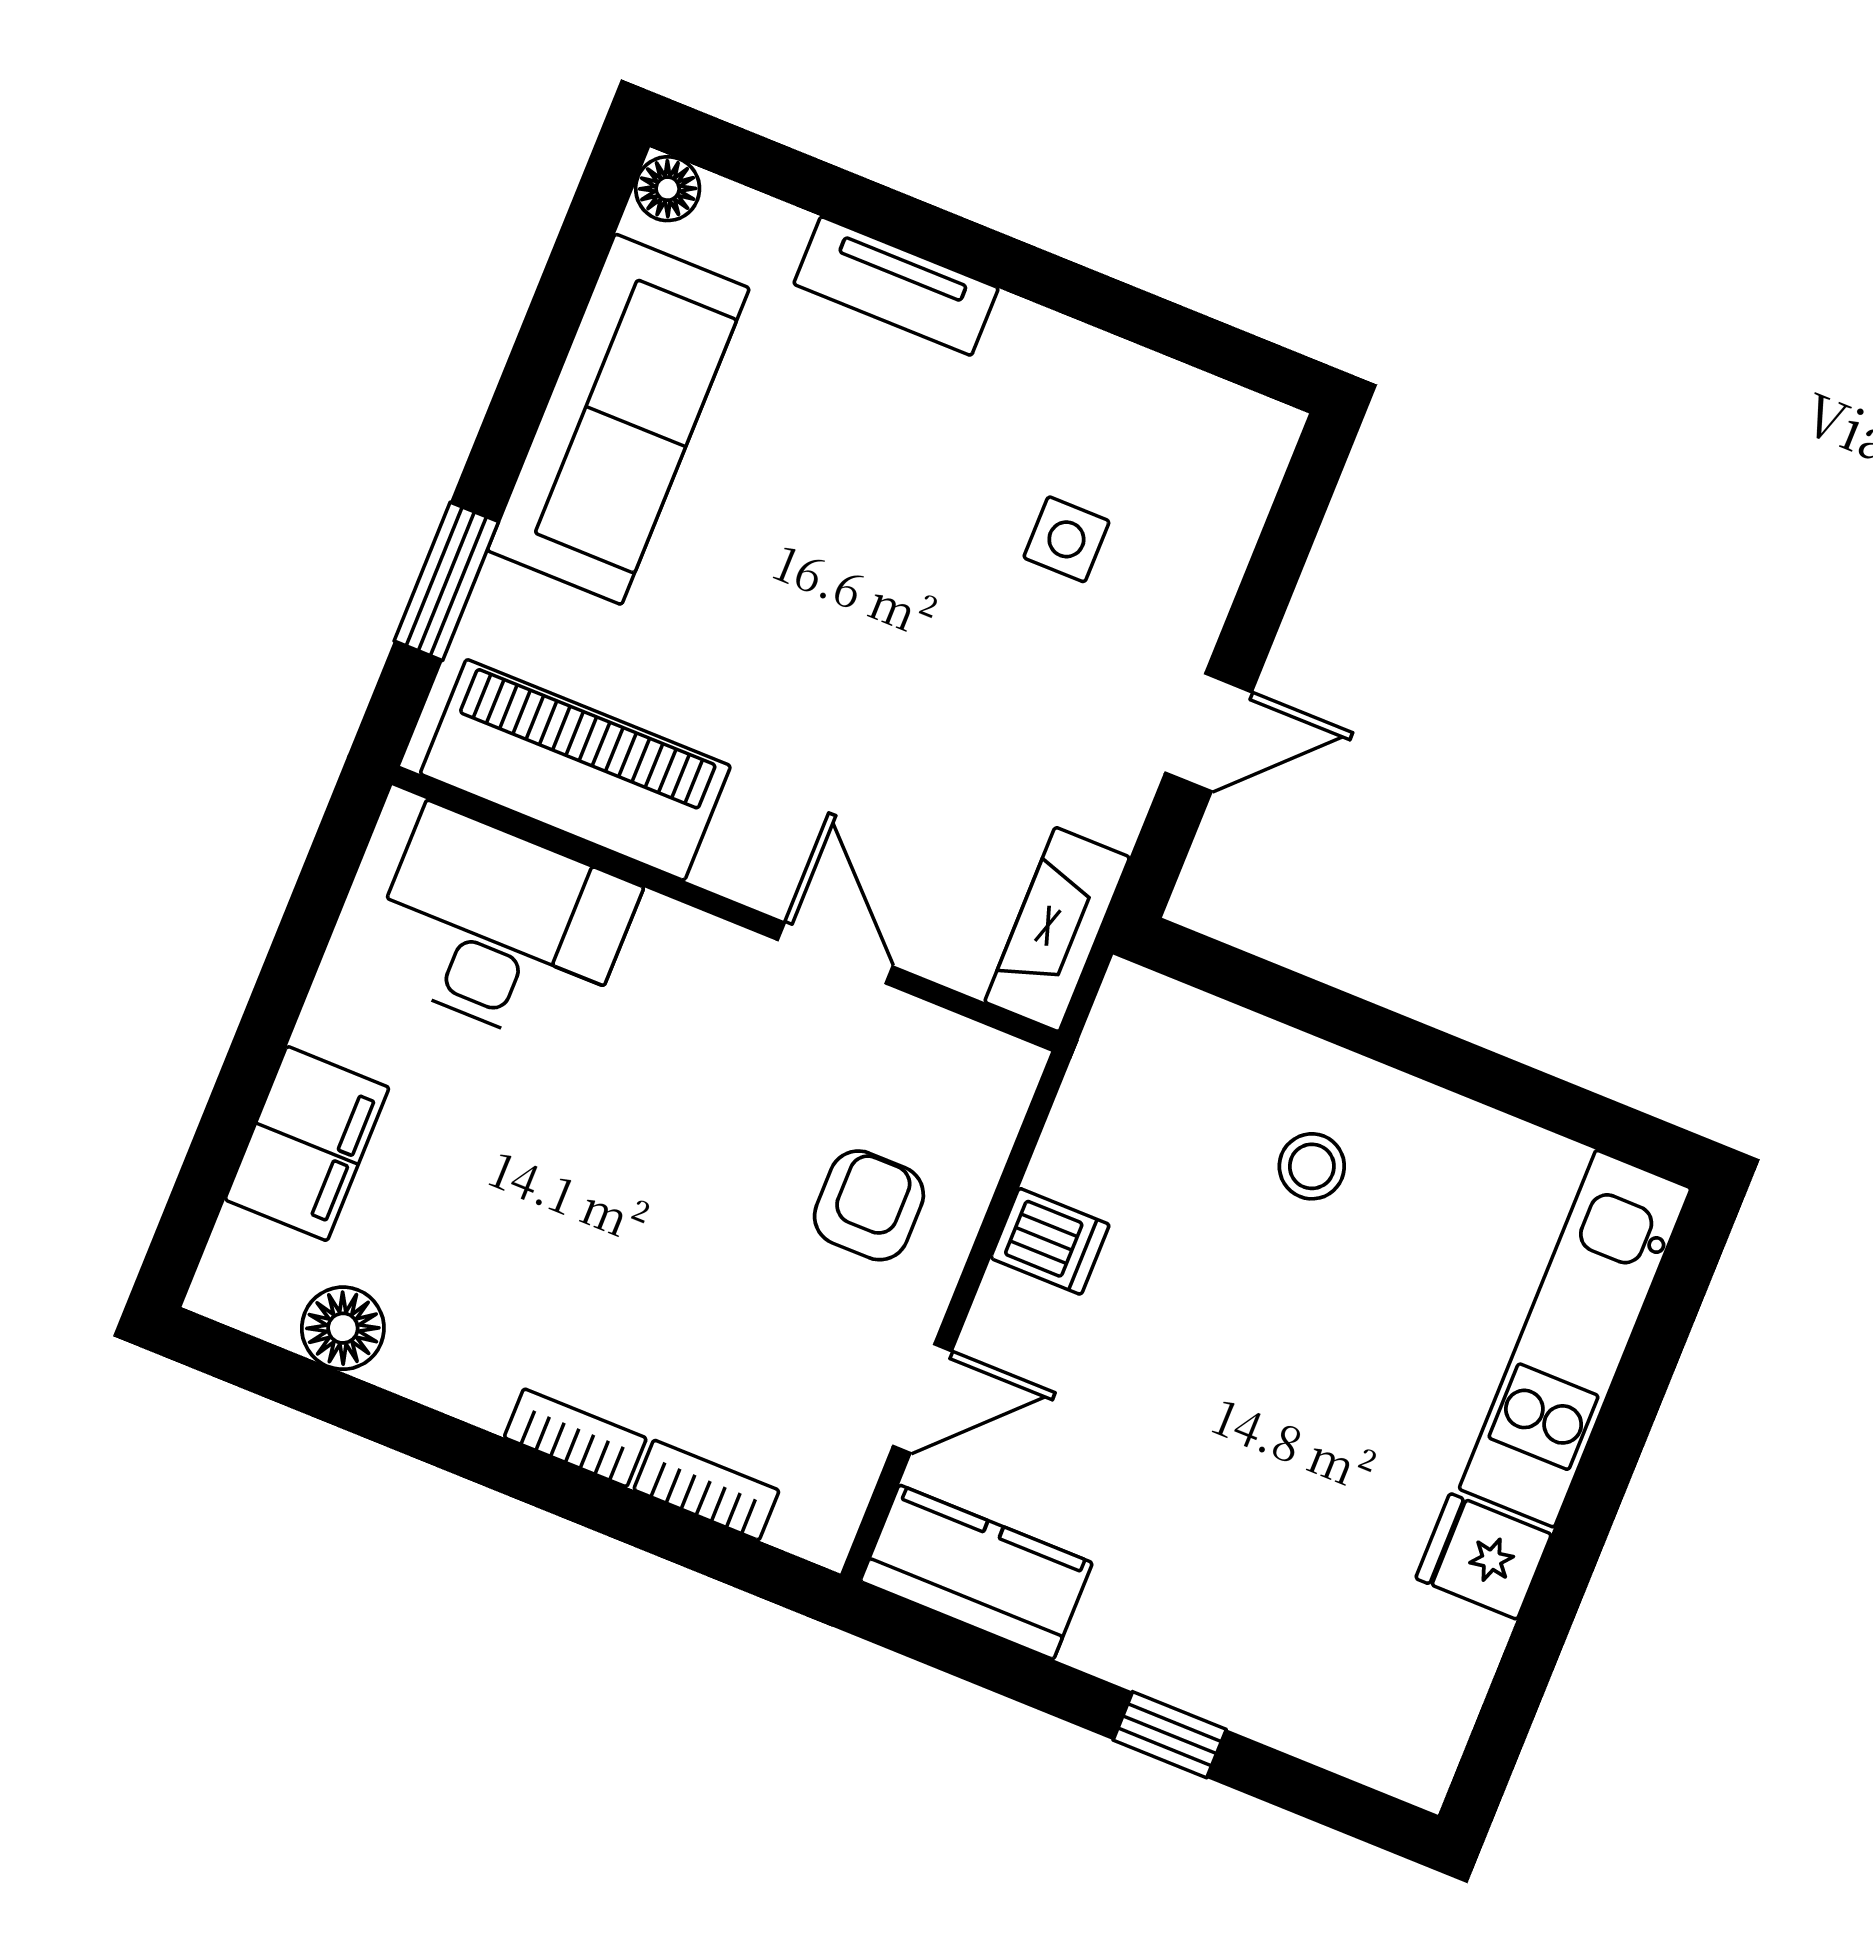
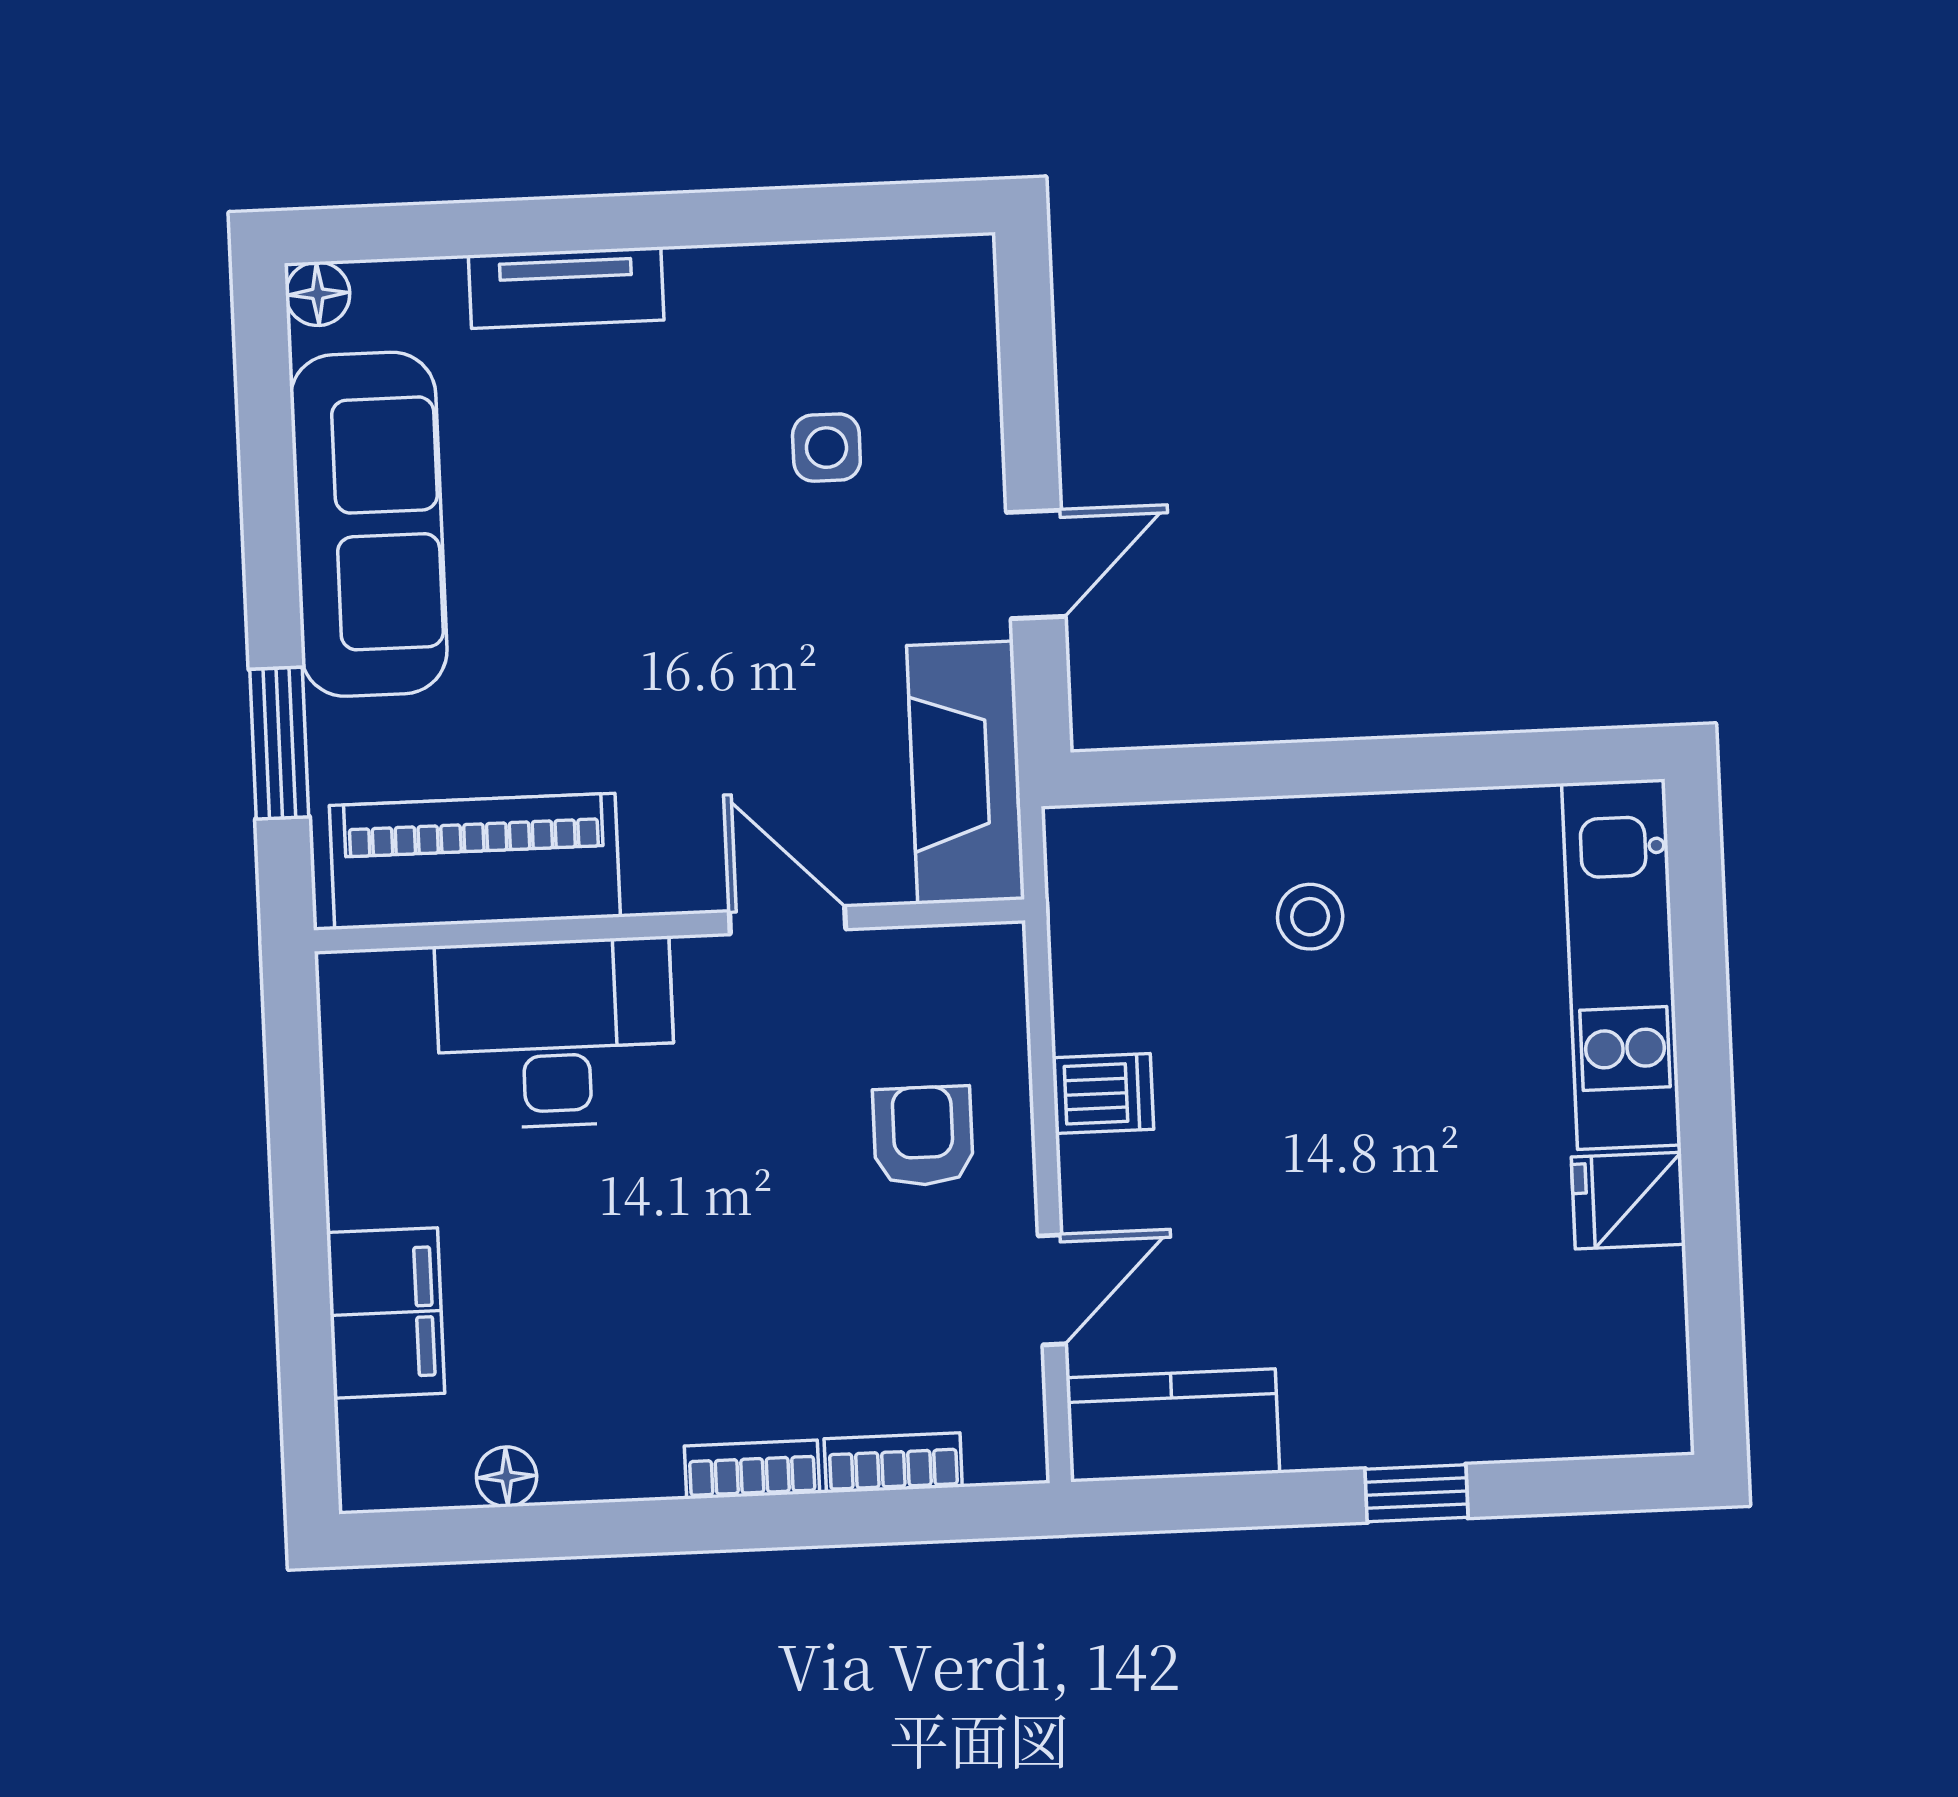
desk: (501, 929) -> (555, 1033), moved
fireplace: (1057, 930) -> (966, 772), width x1.37, depth x1.32
floor lamp: (343, 1328) -> (507, 1477), width x0.73, depth x0.73

